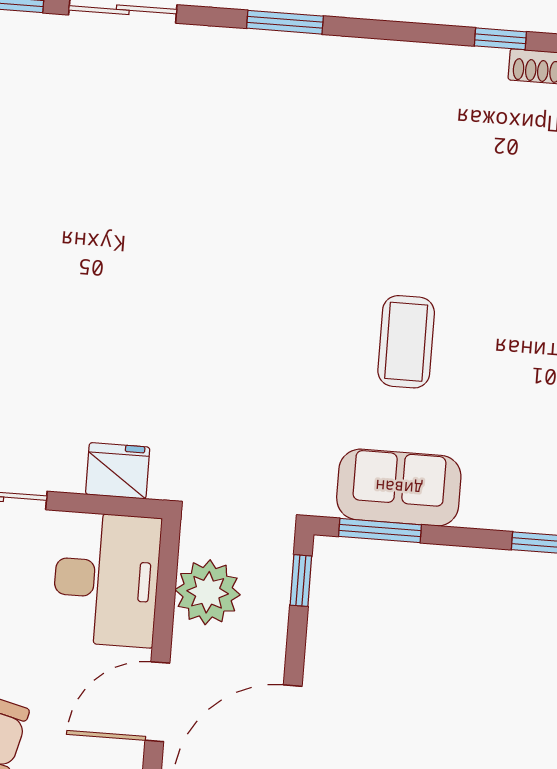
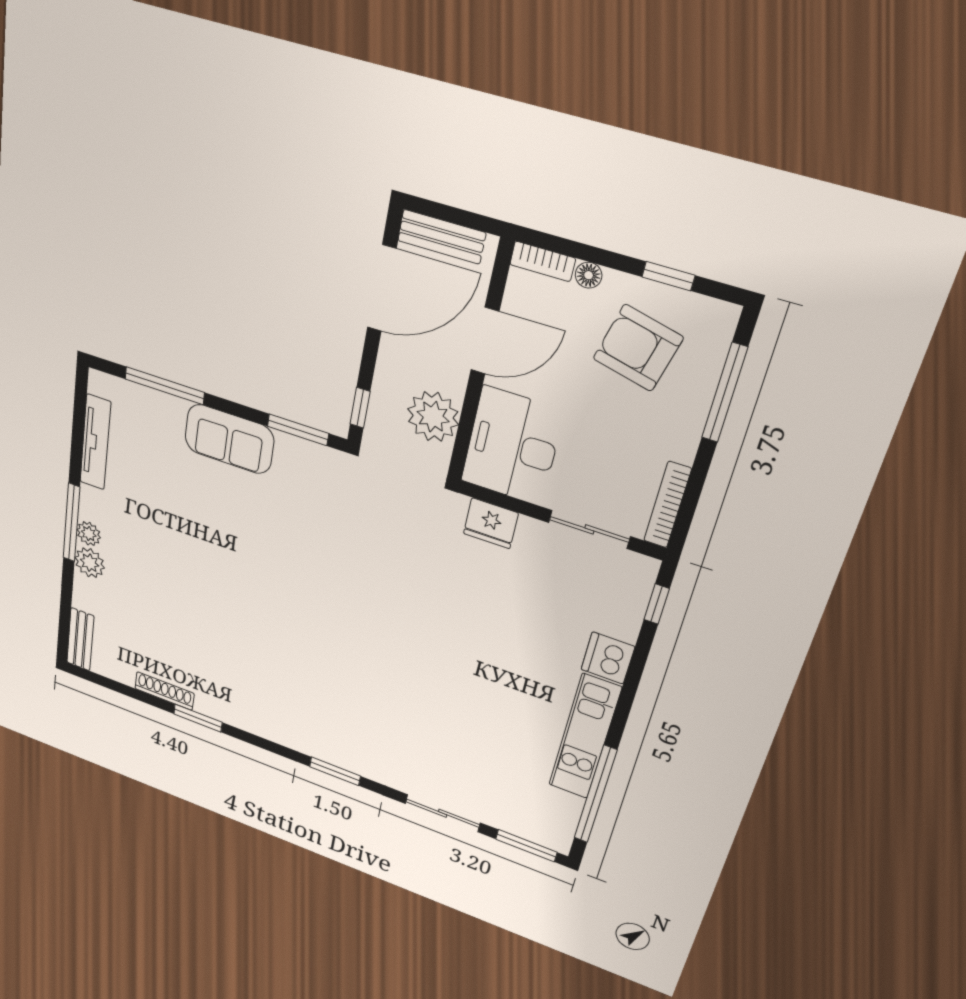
window: (500, 39) -> (198, 718), width x1.50
coffee table: (406, 342) -> (270, 554), removed
sofa: (399, 488) -> (229, 439), moved

